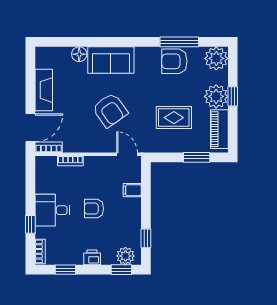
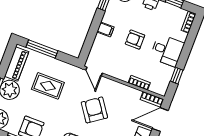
window: (197, 157) -> (42, 49), width x1.44
filing cabinet: (132, 190) -> (105, 30), moved
armchair: (94, 209) -> (135, 40), turned 180
window: (30, 224) -> (177, 76), moved

